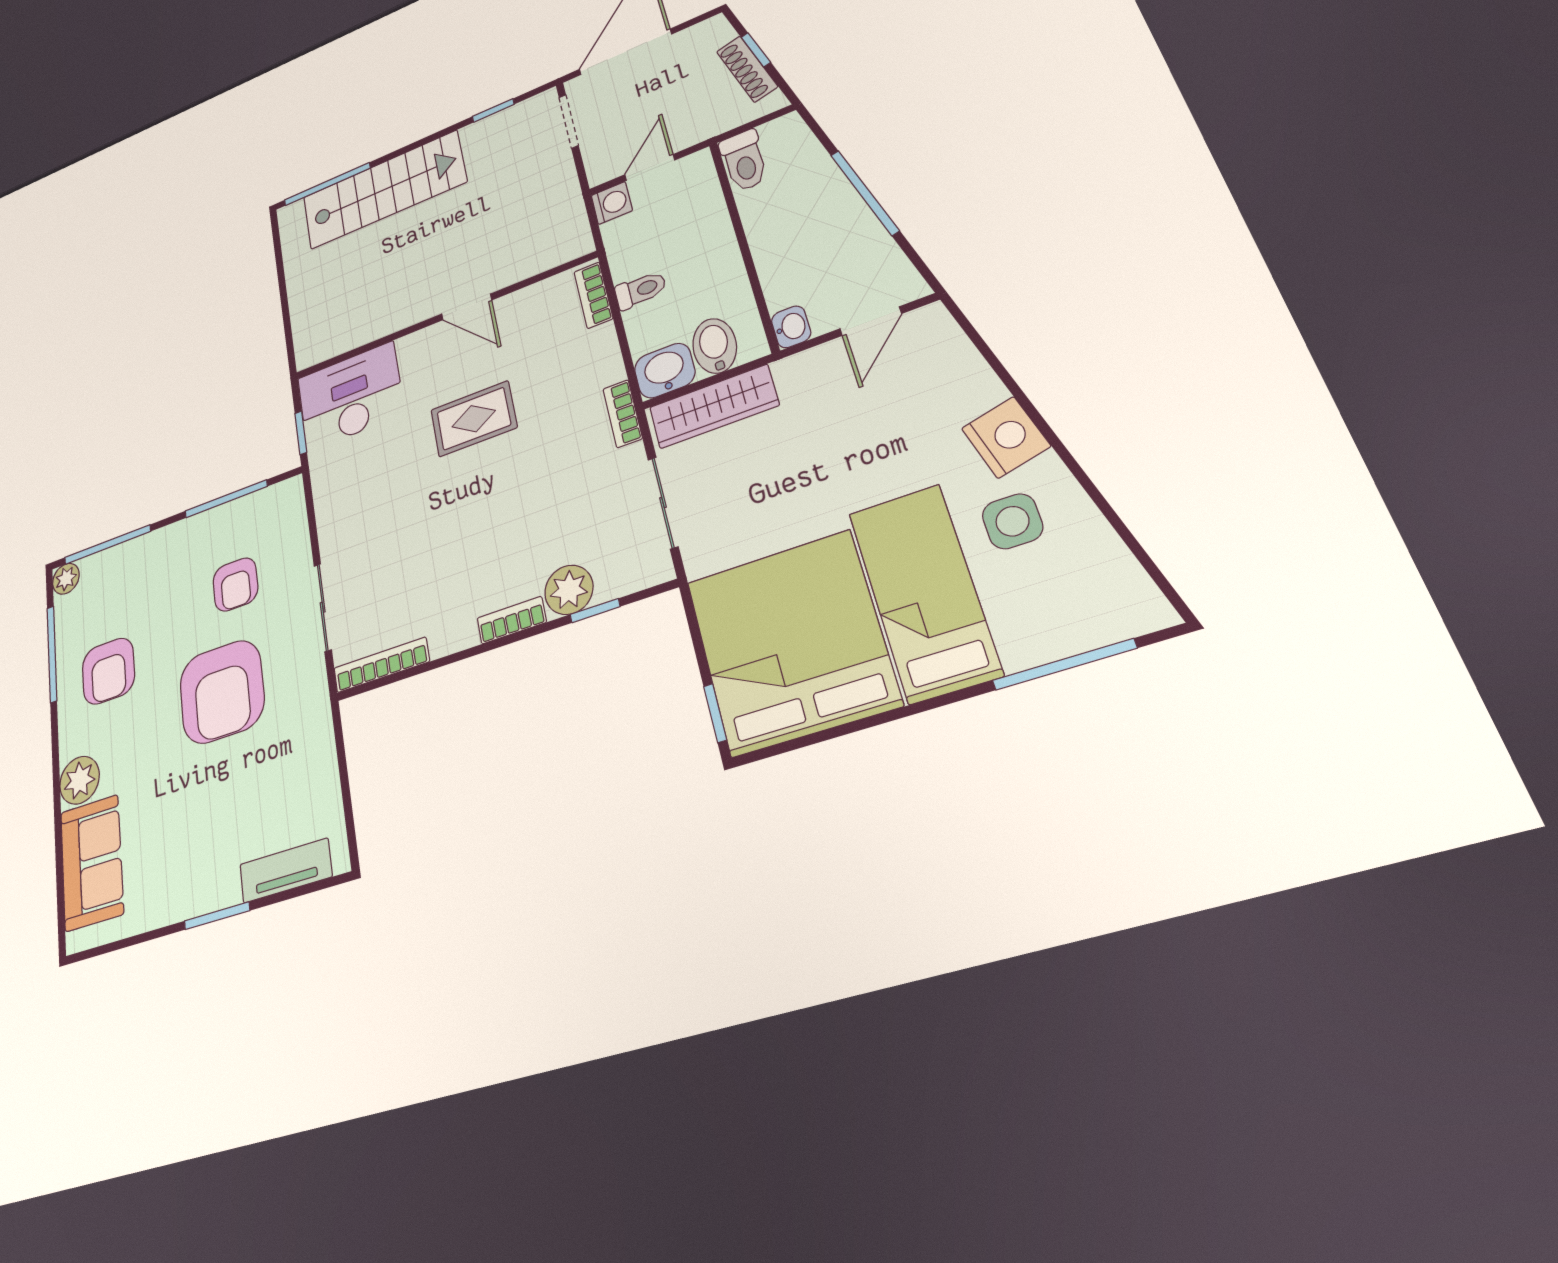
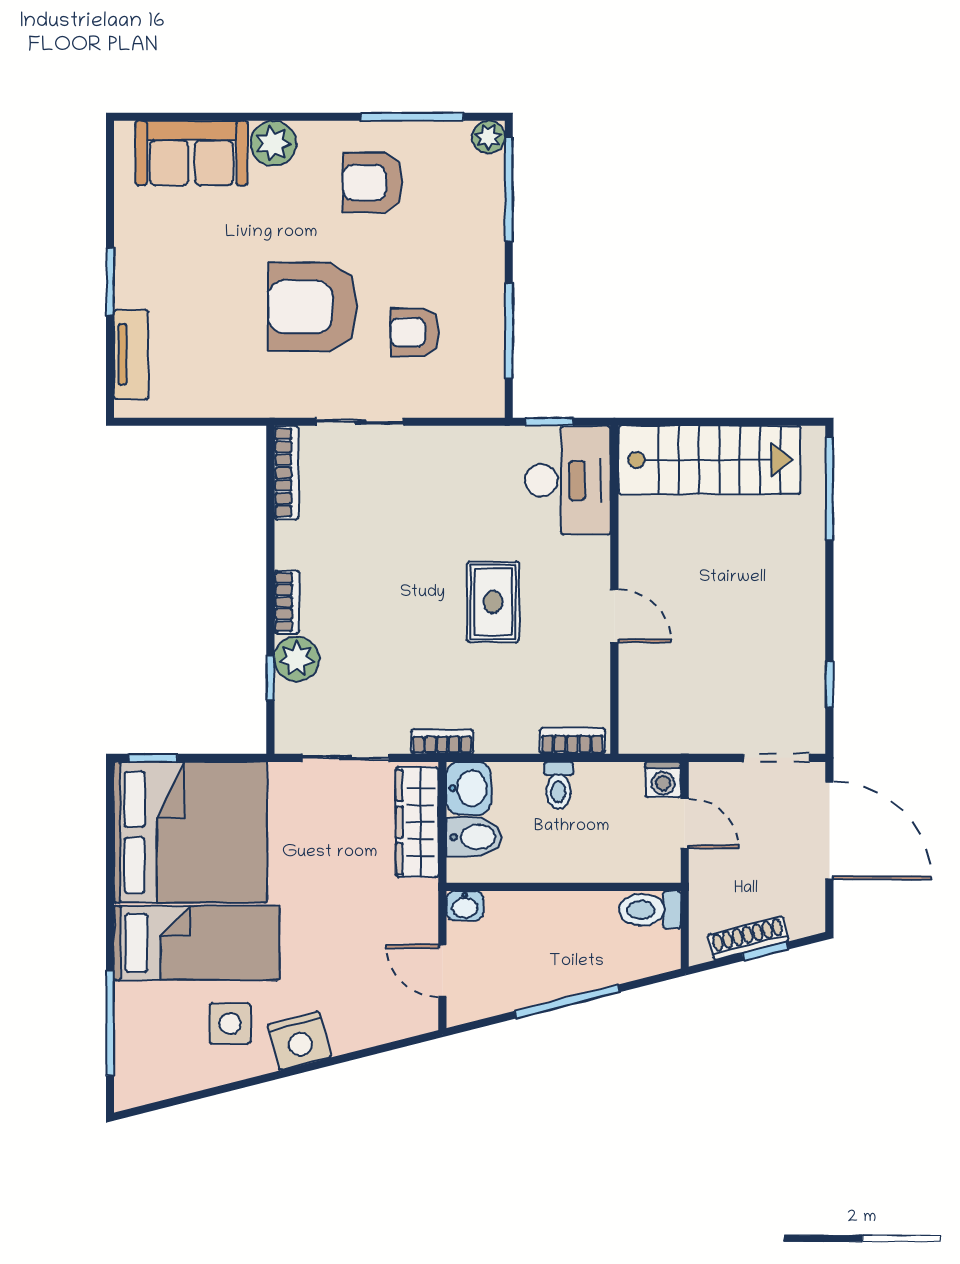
stairs: (384, 190) -> (709, 460), moved, turned -90
door: (467, 307) -> (614, 616), swing flipped

